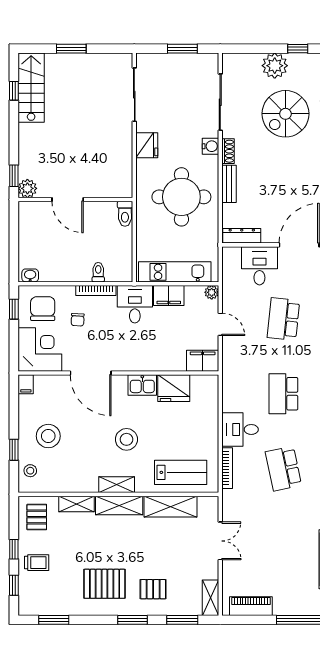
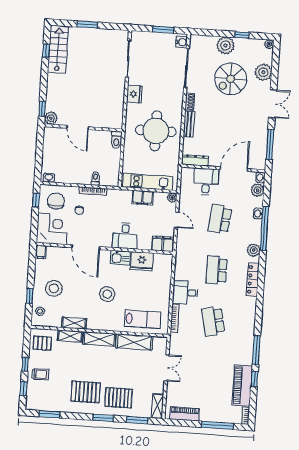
water cooler: (210, 146) -> (182, 42), moved
desk: (135, 304) -> (125, 236), moved, turned 180
shelving: (117, 485) -> (74, 323), moved
pallet: (37, 517) -> (42, 343), turned 90
pallet: (153, 589) -> (119, 398), width x1.50, depth x1.42

